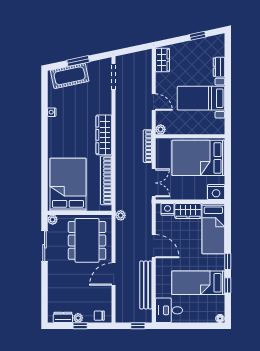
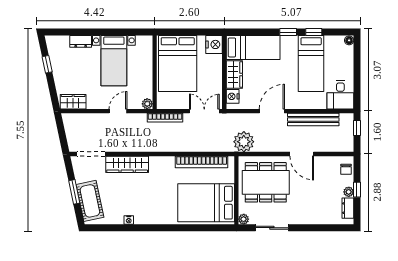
wardrobe: (104, 135) -> (127, 164), moved
plant: (121, 215) -> (244, 142), width x1.88, depth x1.88

